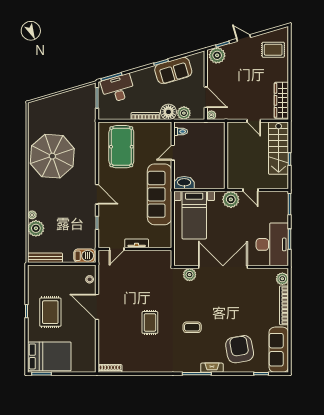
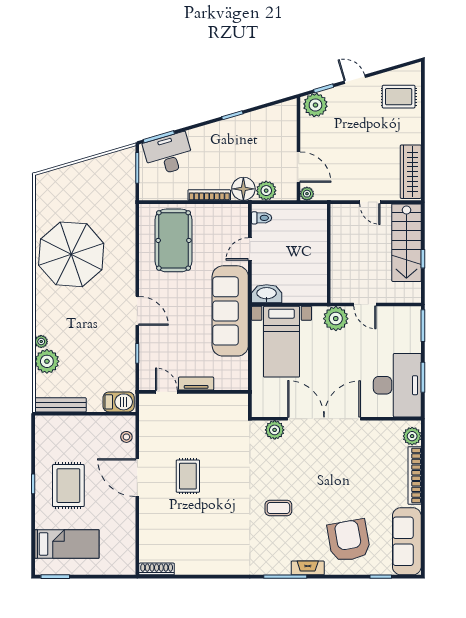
sofa: (173, 70) -> (251, 127), removed
door: (117, 249) -> (166, 392), swing flipped
rug: (150, 322) -> (188, 476), moved
bed: (49, 356) -> (67, 544), width x0.67

